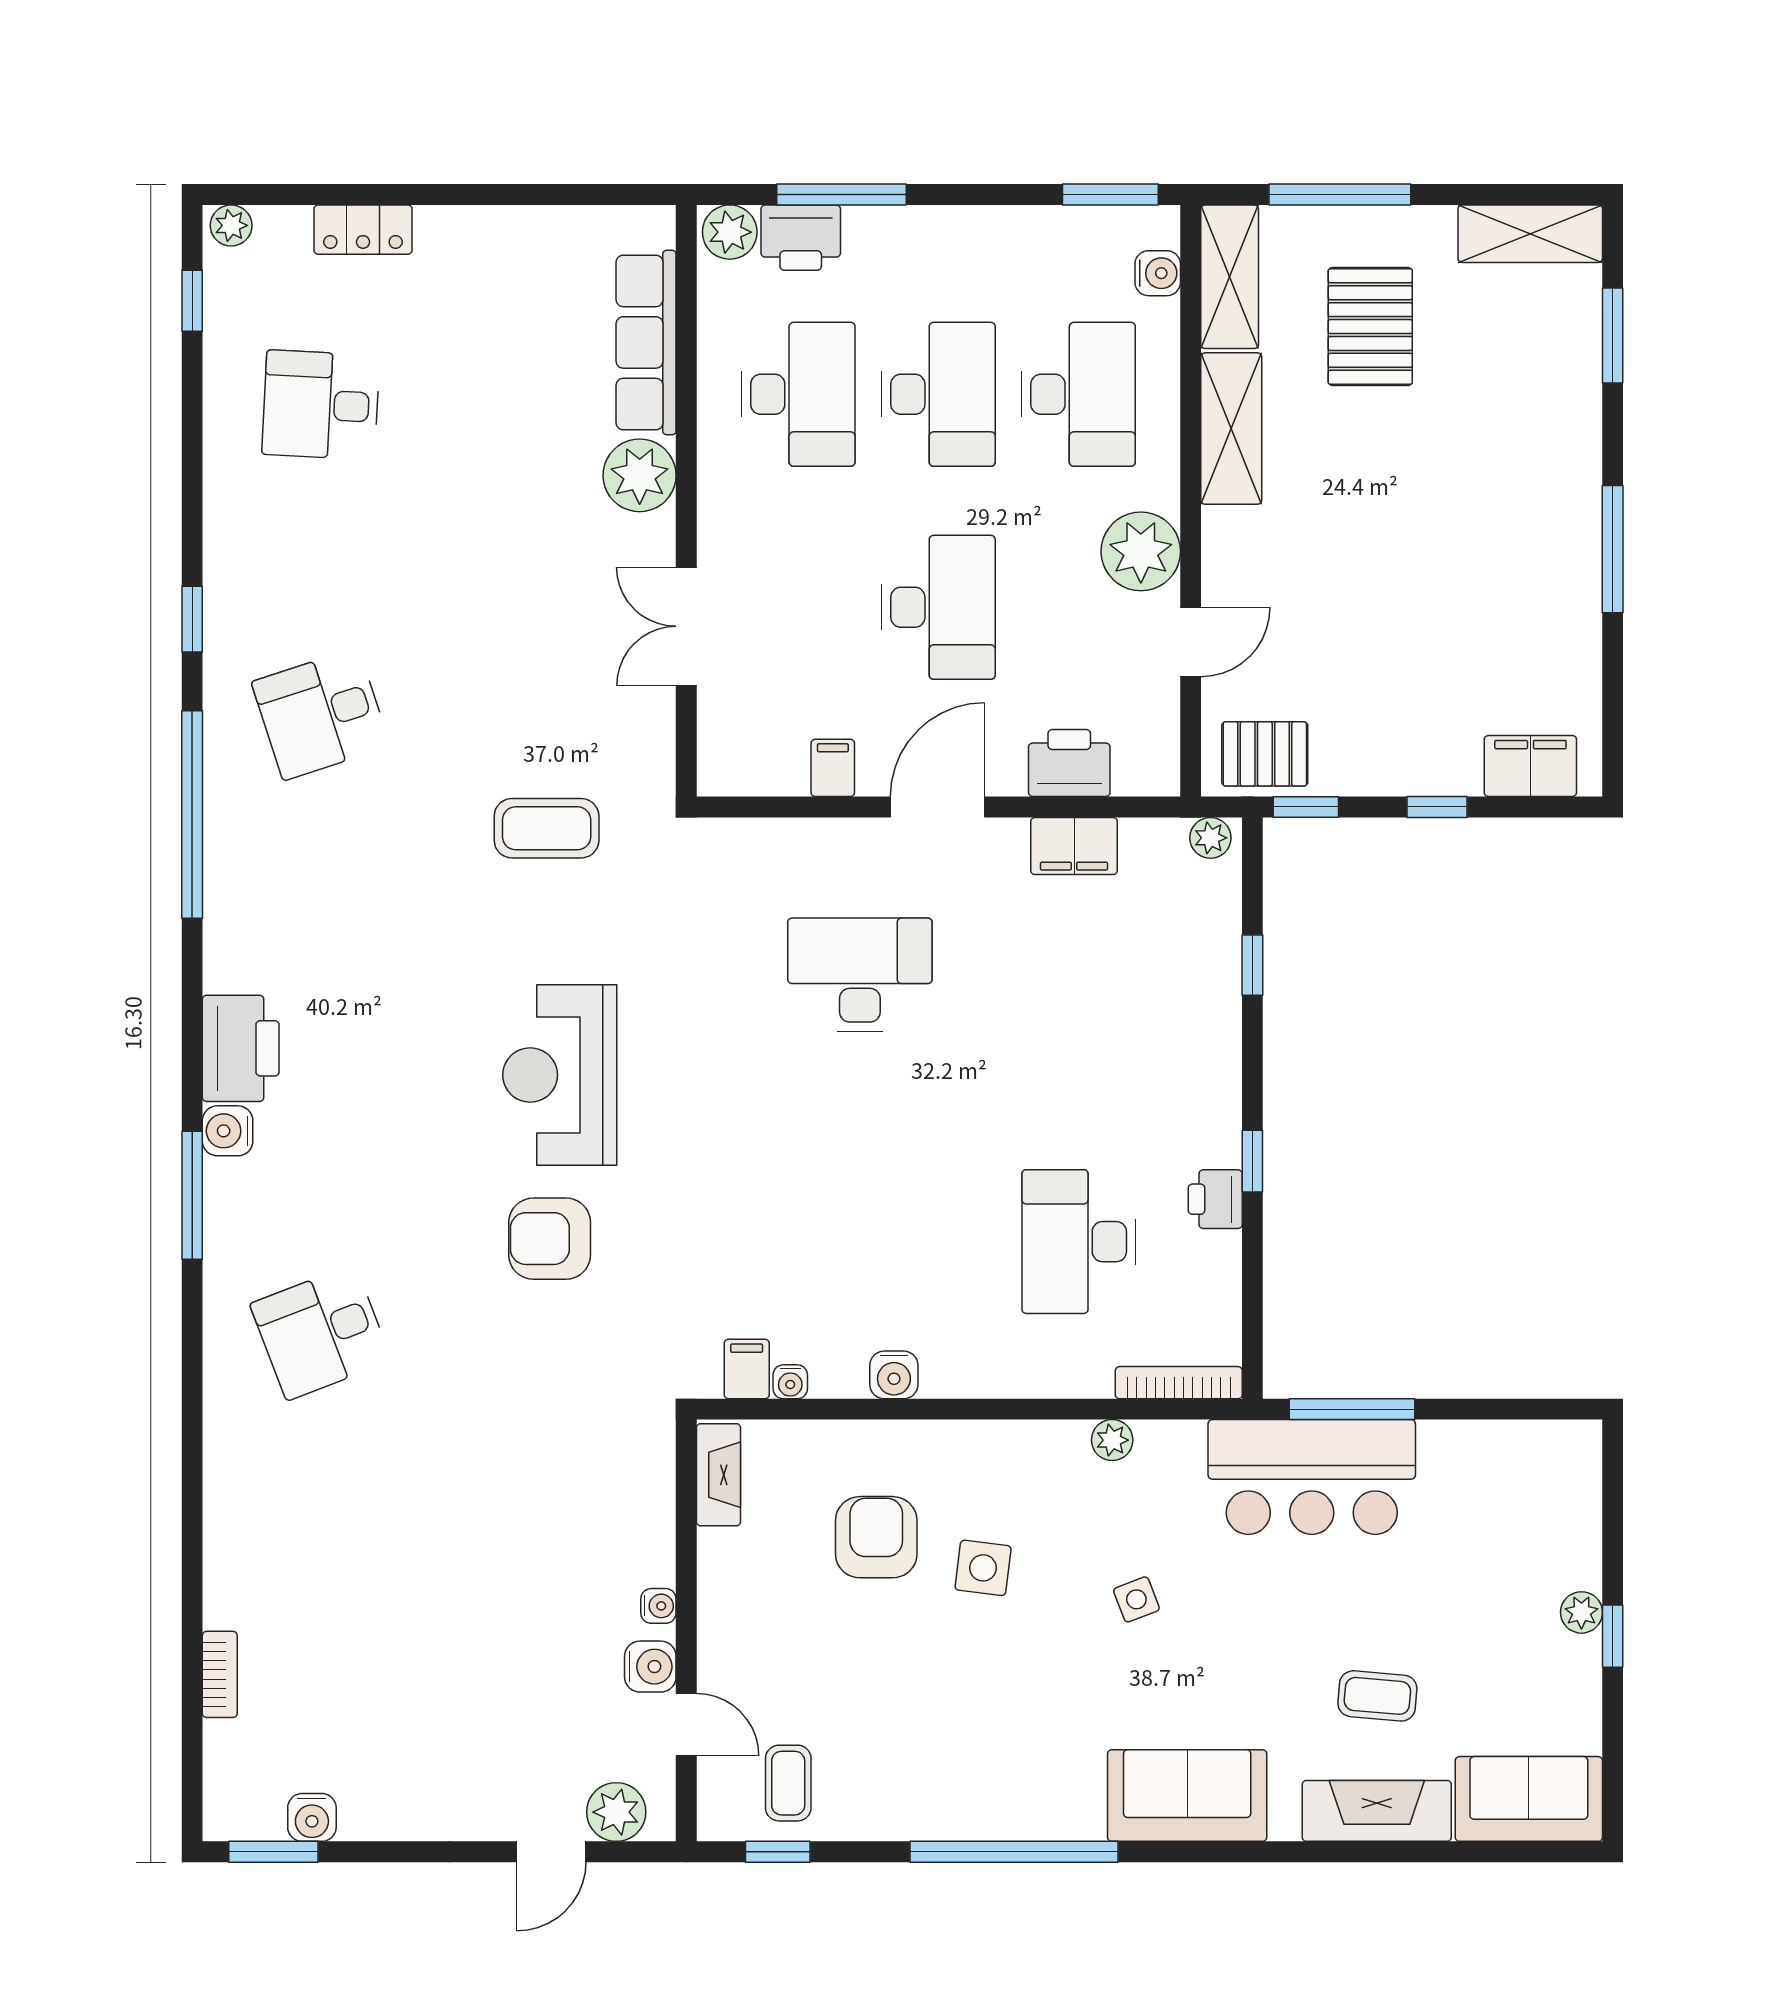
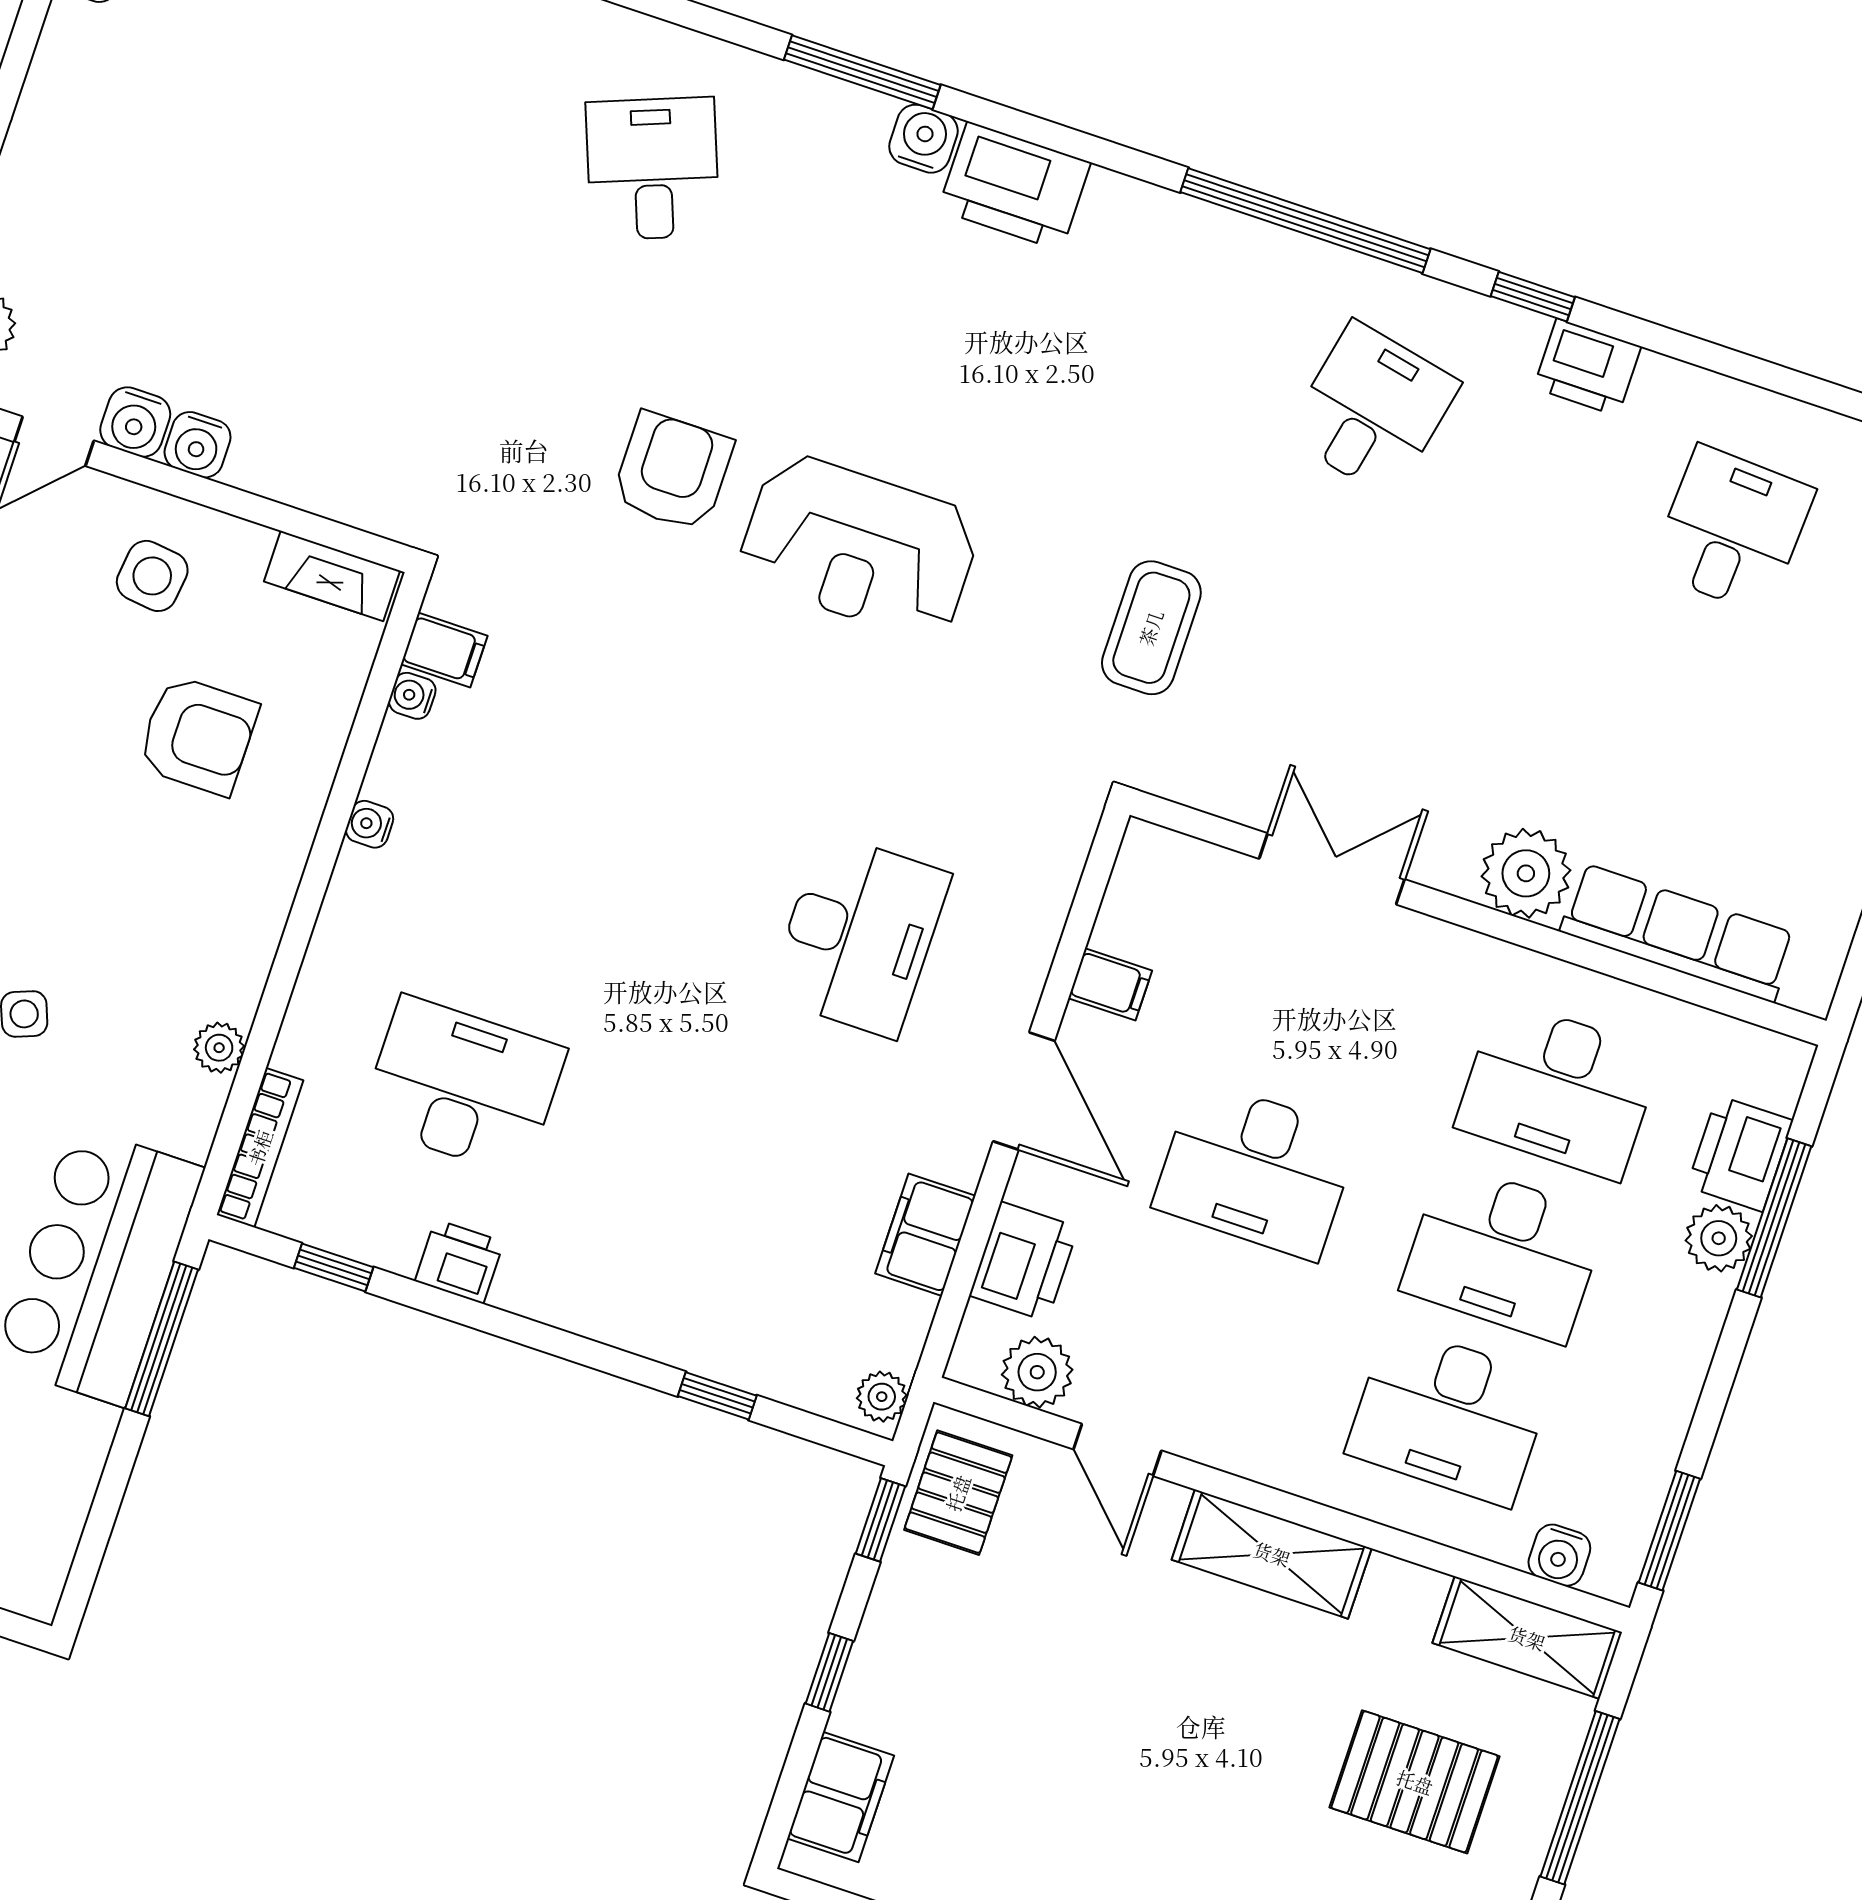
plant: (730, 232) -> (1719, 1238), moved
shelving: (1231, 429) -> (1272, 1554), moved
plant: (1141, 551) -> (1037, 1372), moved, width x0.73, depth x0.73
printer: (233, 559) -> (1587, 367), added
desk: (321, 714) -> (1372, 409), turned 30
reception desk: (560, 1075) -> (859, 547), turned 180
window: (1252, 1161) -> (334, 1268), moved
water cooler: (894, 1375) -> (370, 824), width x0.72, depth x0.72
side table: (983, 1568) -> (152, 576), moved
water cooler: (658, 1606) -> (198, 445), width x1.38, depth x1.38

